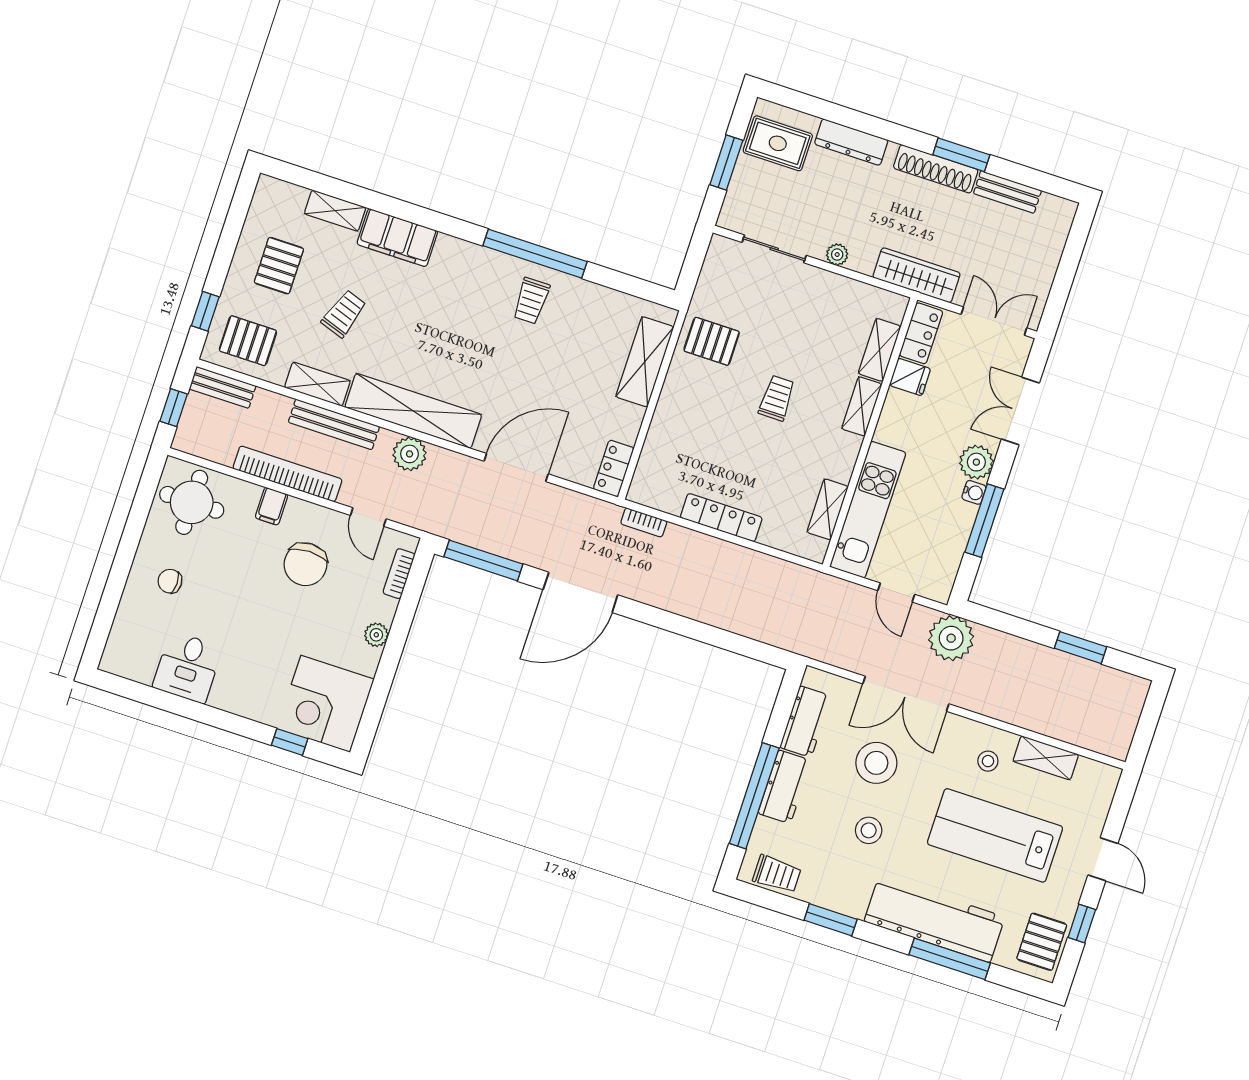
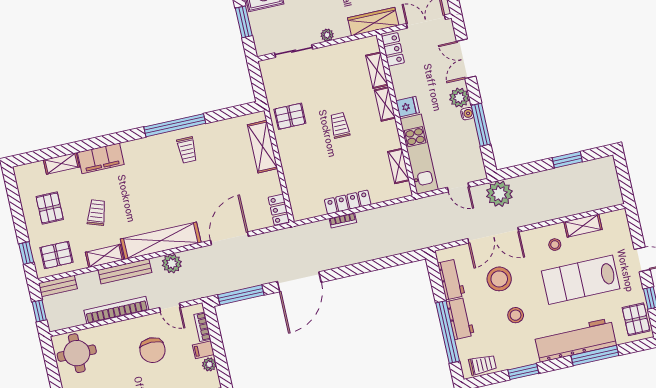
fridge: (910, 377) -> (408, 107), moved
filing cabinet: (272, 506) -> (203, 350), moved, turned 90
bookcase: (644, 522) -> (343, 220), moved

